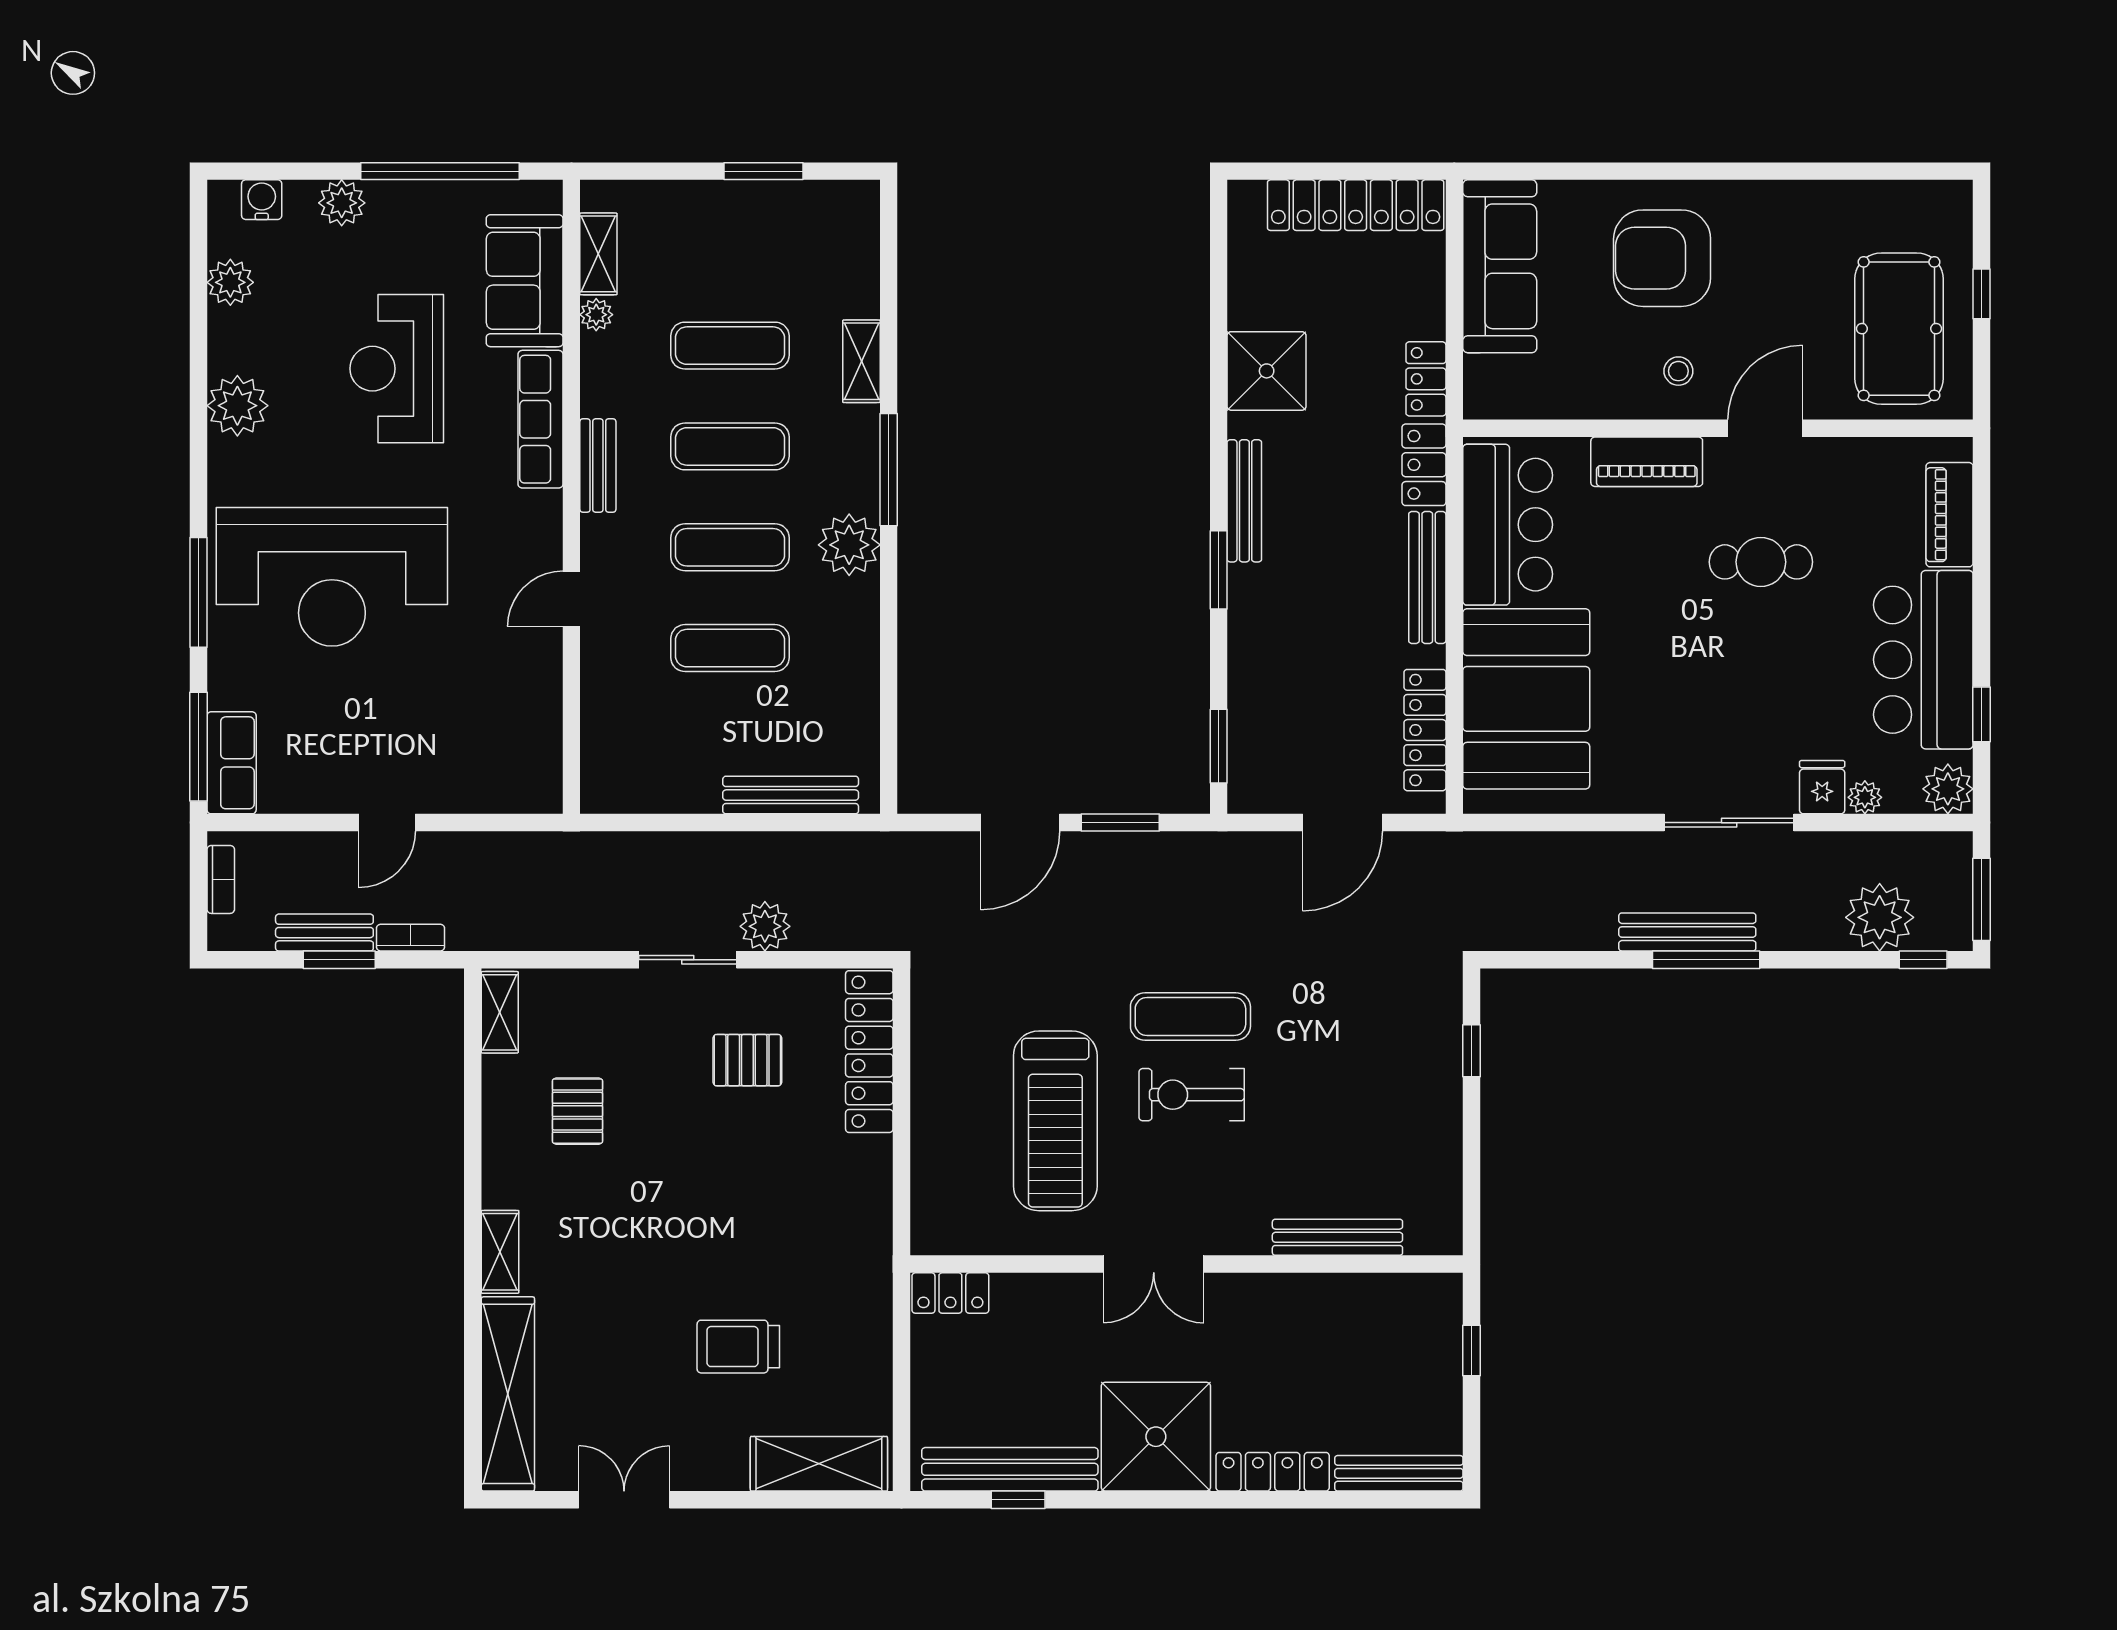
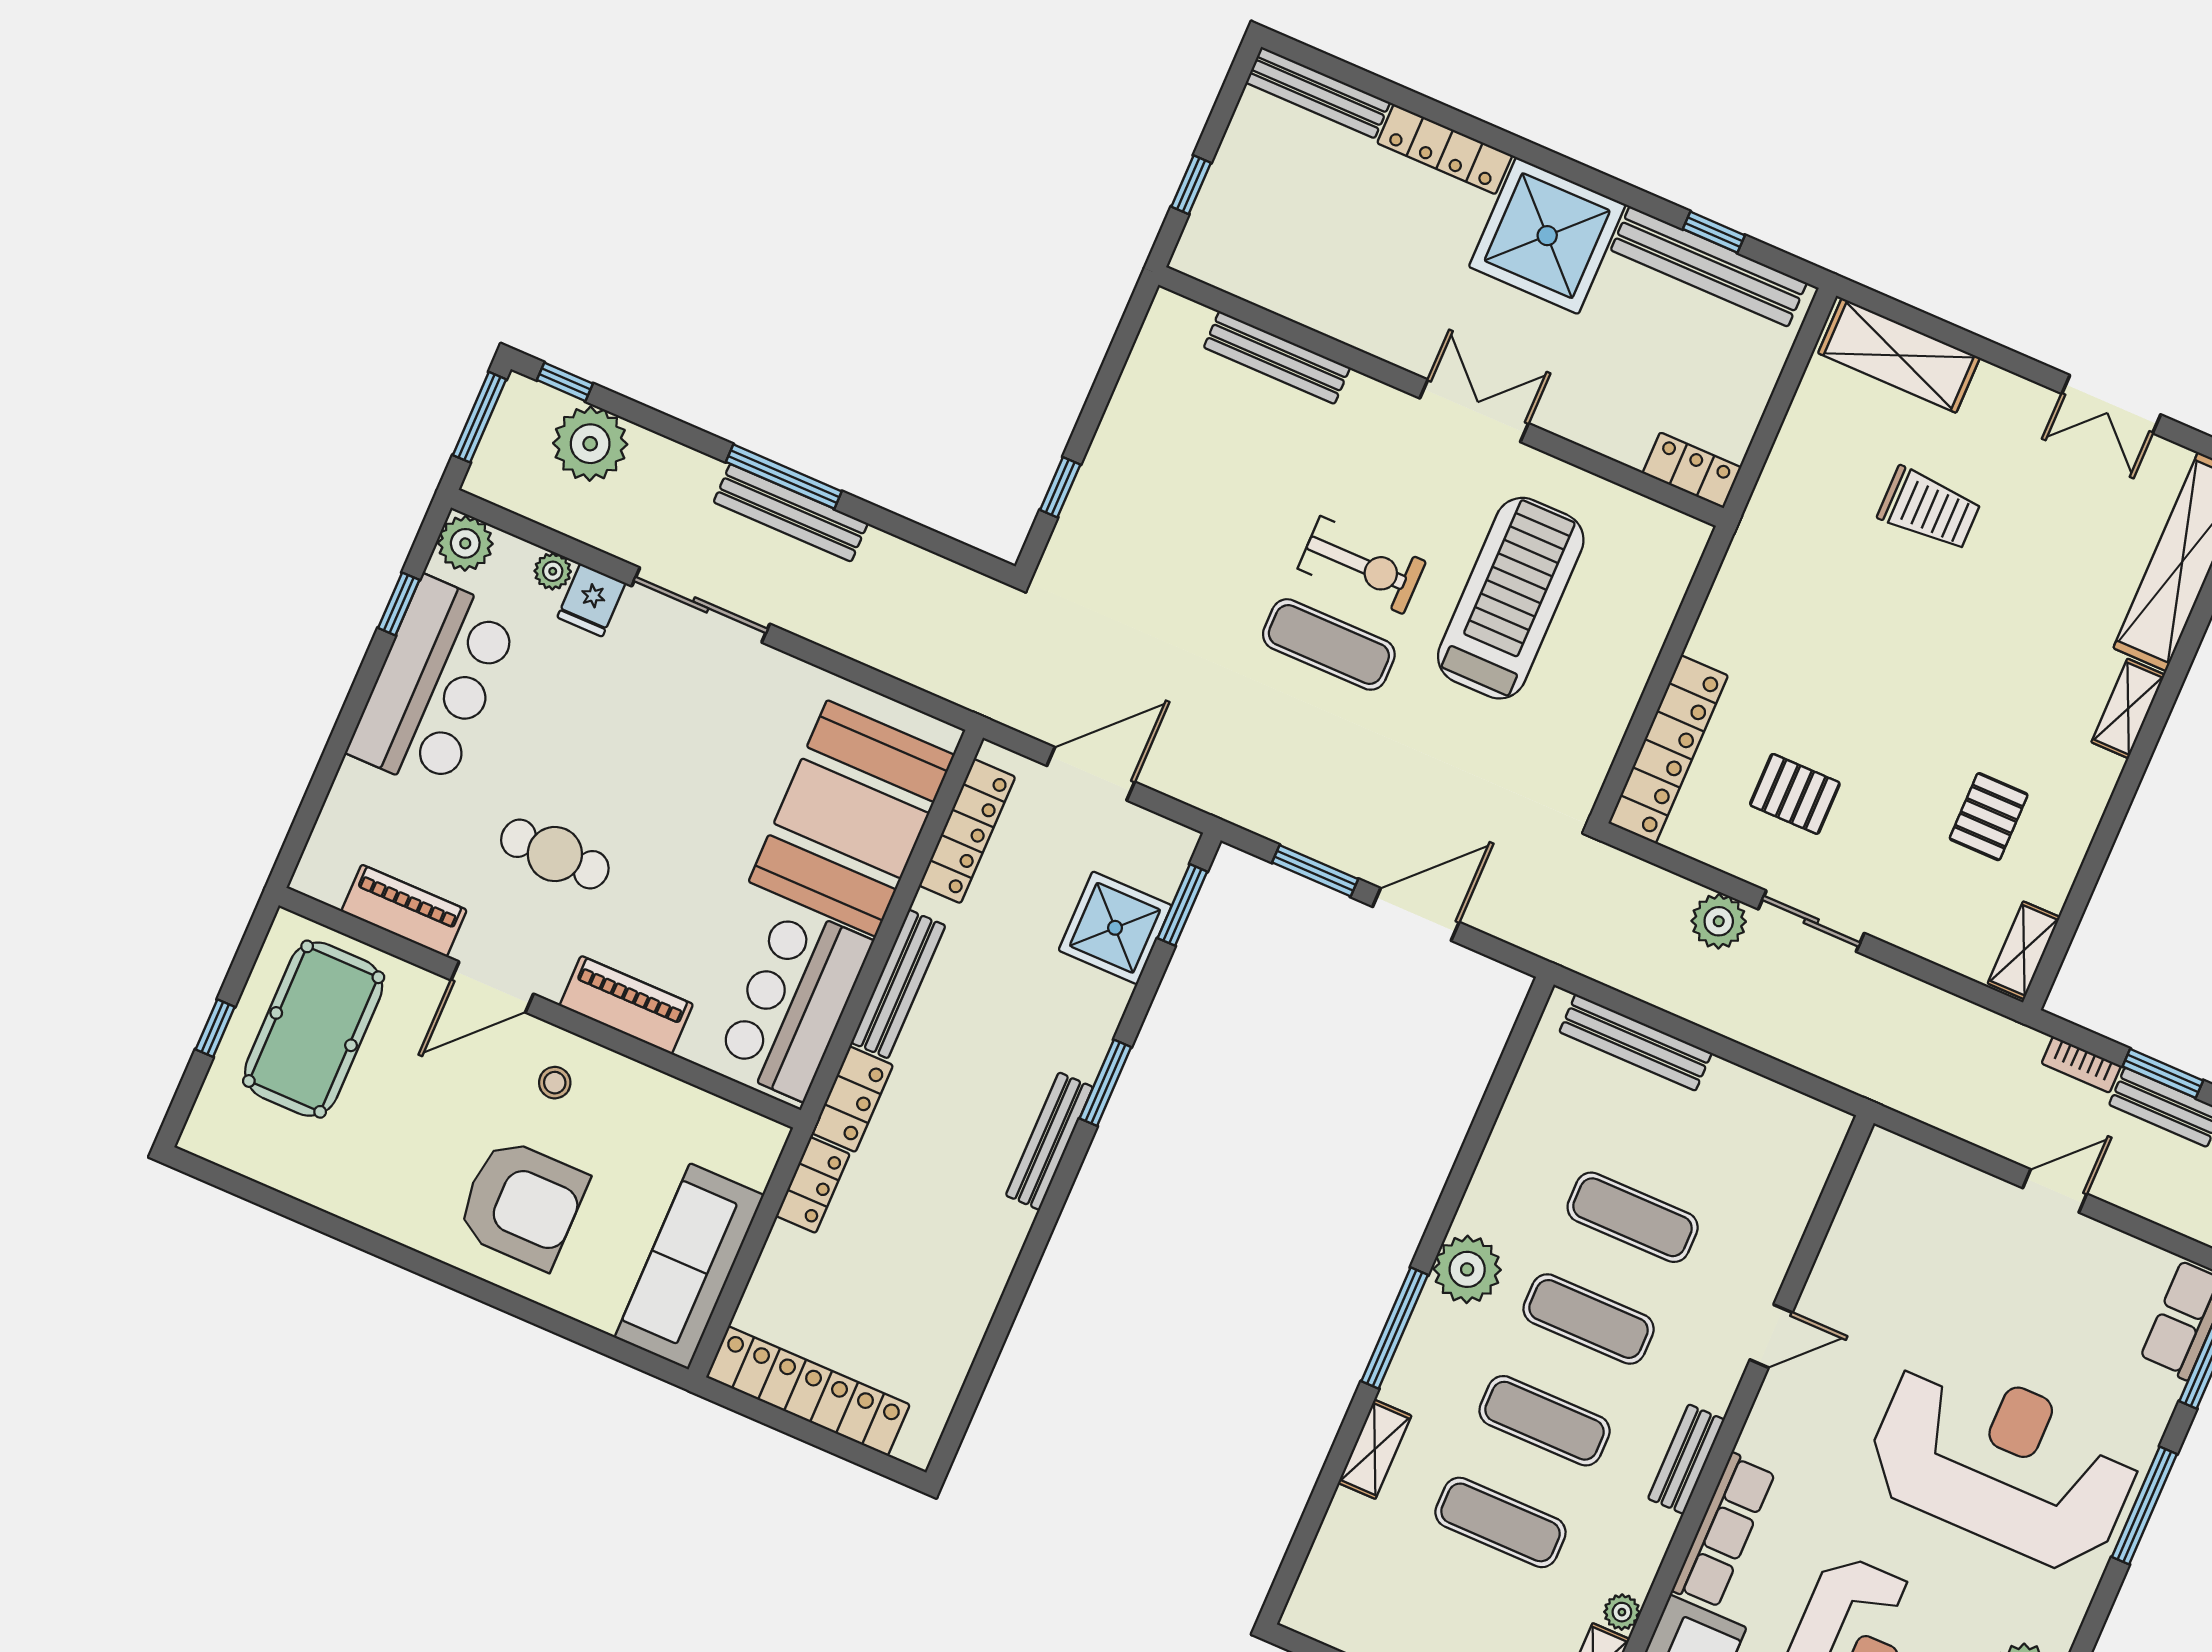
shower: (1267, 371) -> (1115, 928), moved
piano: (1950, 515) -> (404, 911), moved, turned -90

